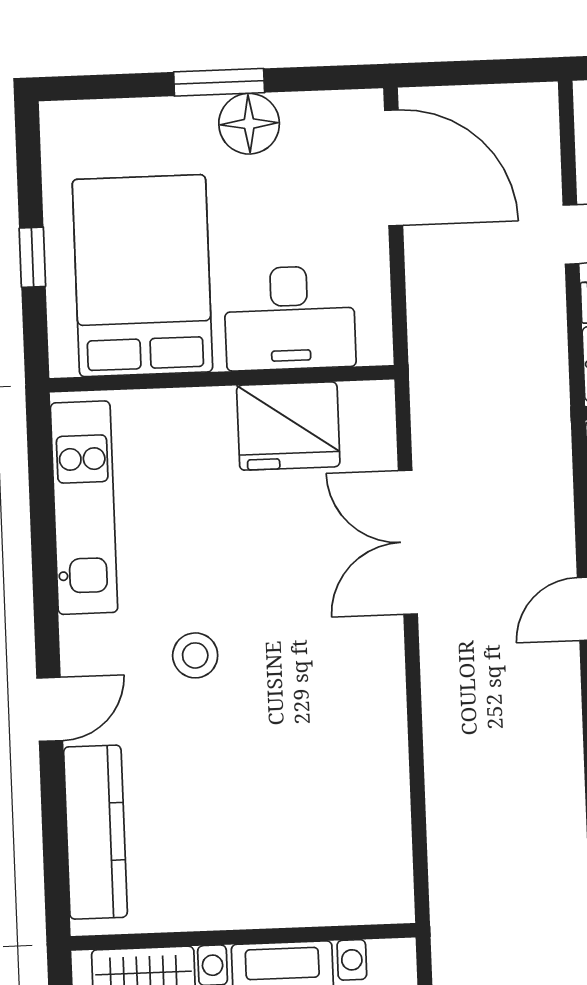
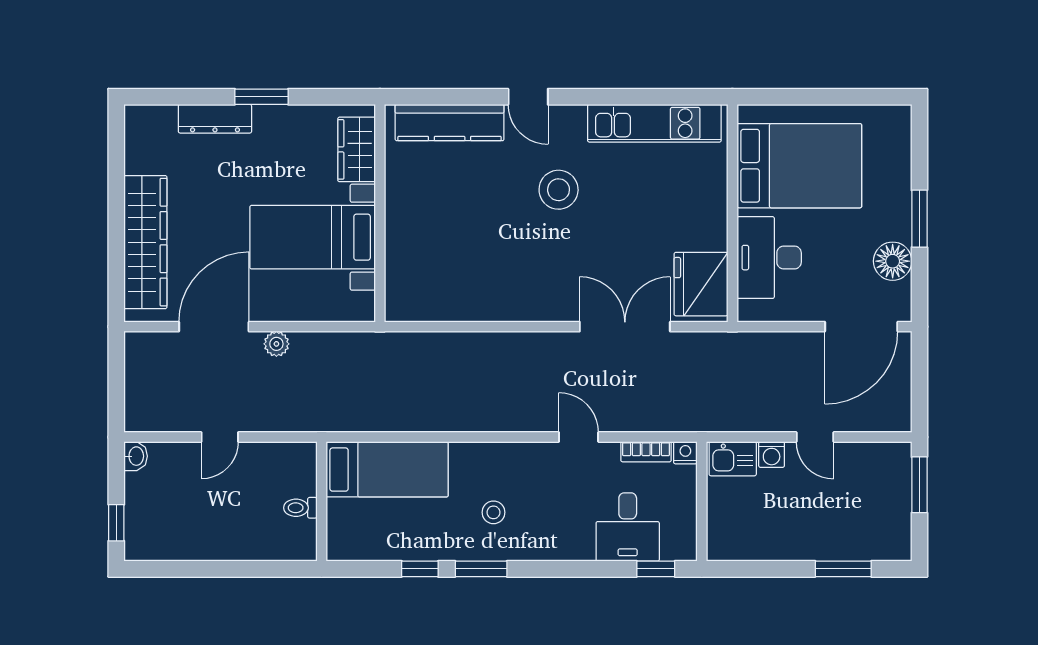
floor lamp: (249, 124) -> (893, 261), moved
window: (32, 257) -> (814, 97), removed
fridge: (288, 426) -> (701, 284), moved
stool: (195, 655) -> (559, 190), width x1.38, depth x1.38

